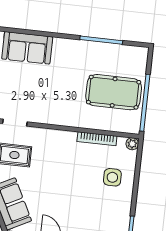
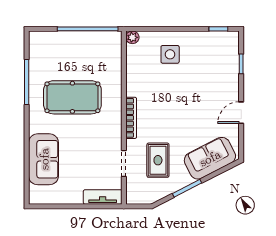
pool table: (114, 92) -> (72, 97), moved, turned 90
bookcase: (97, 139) -> (131, 118), moved

